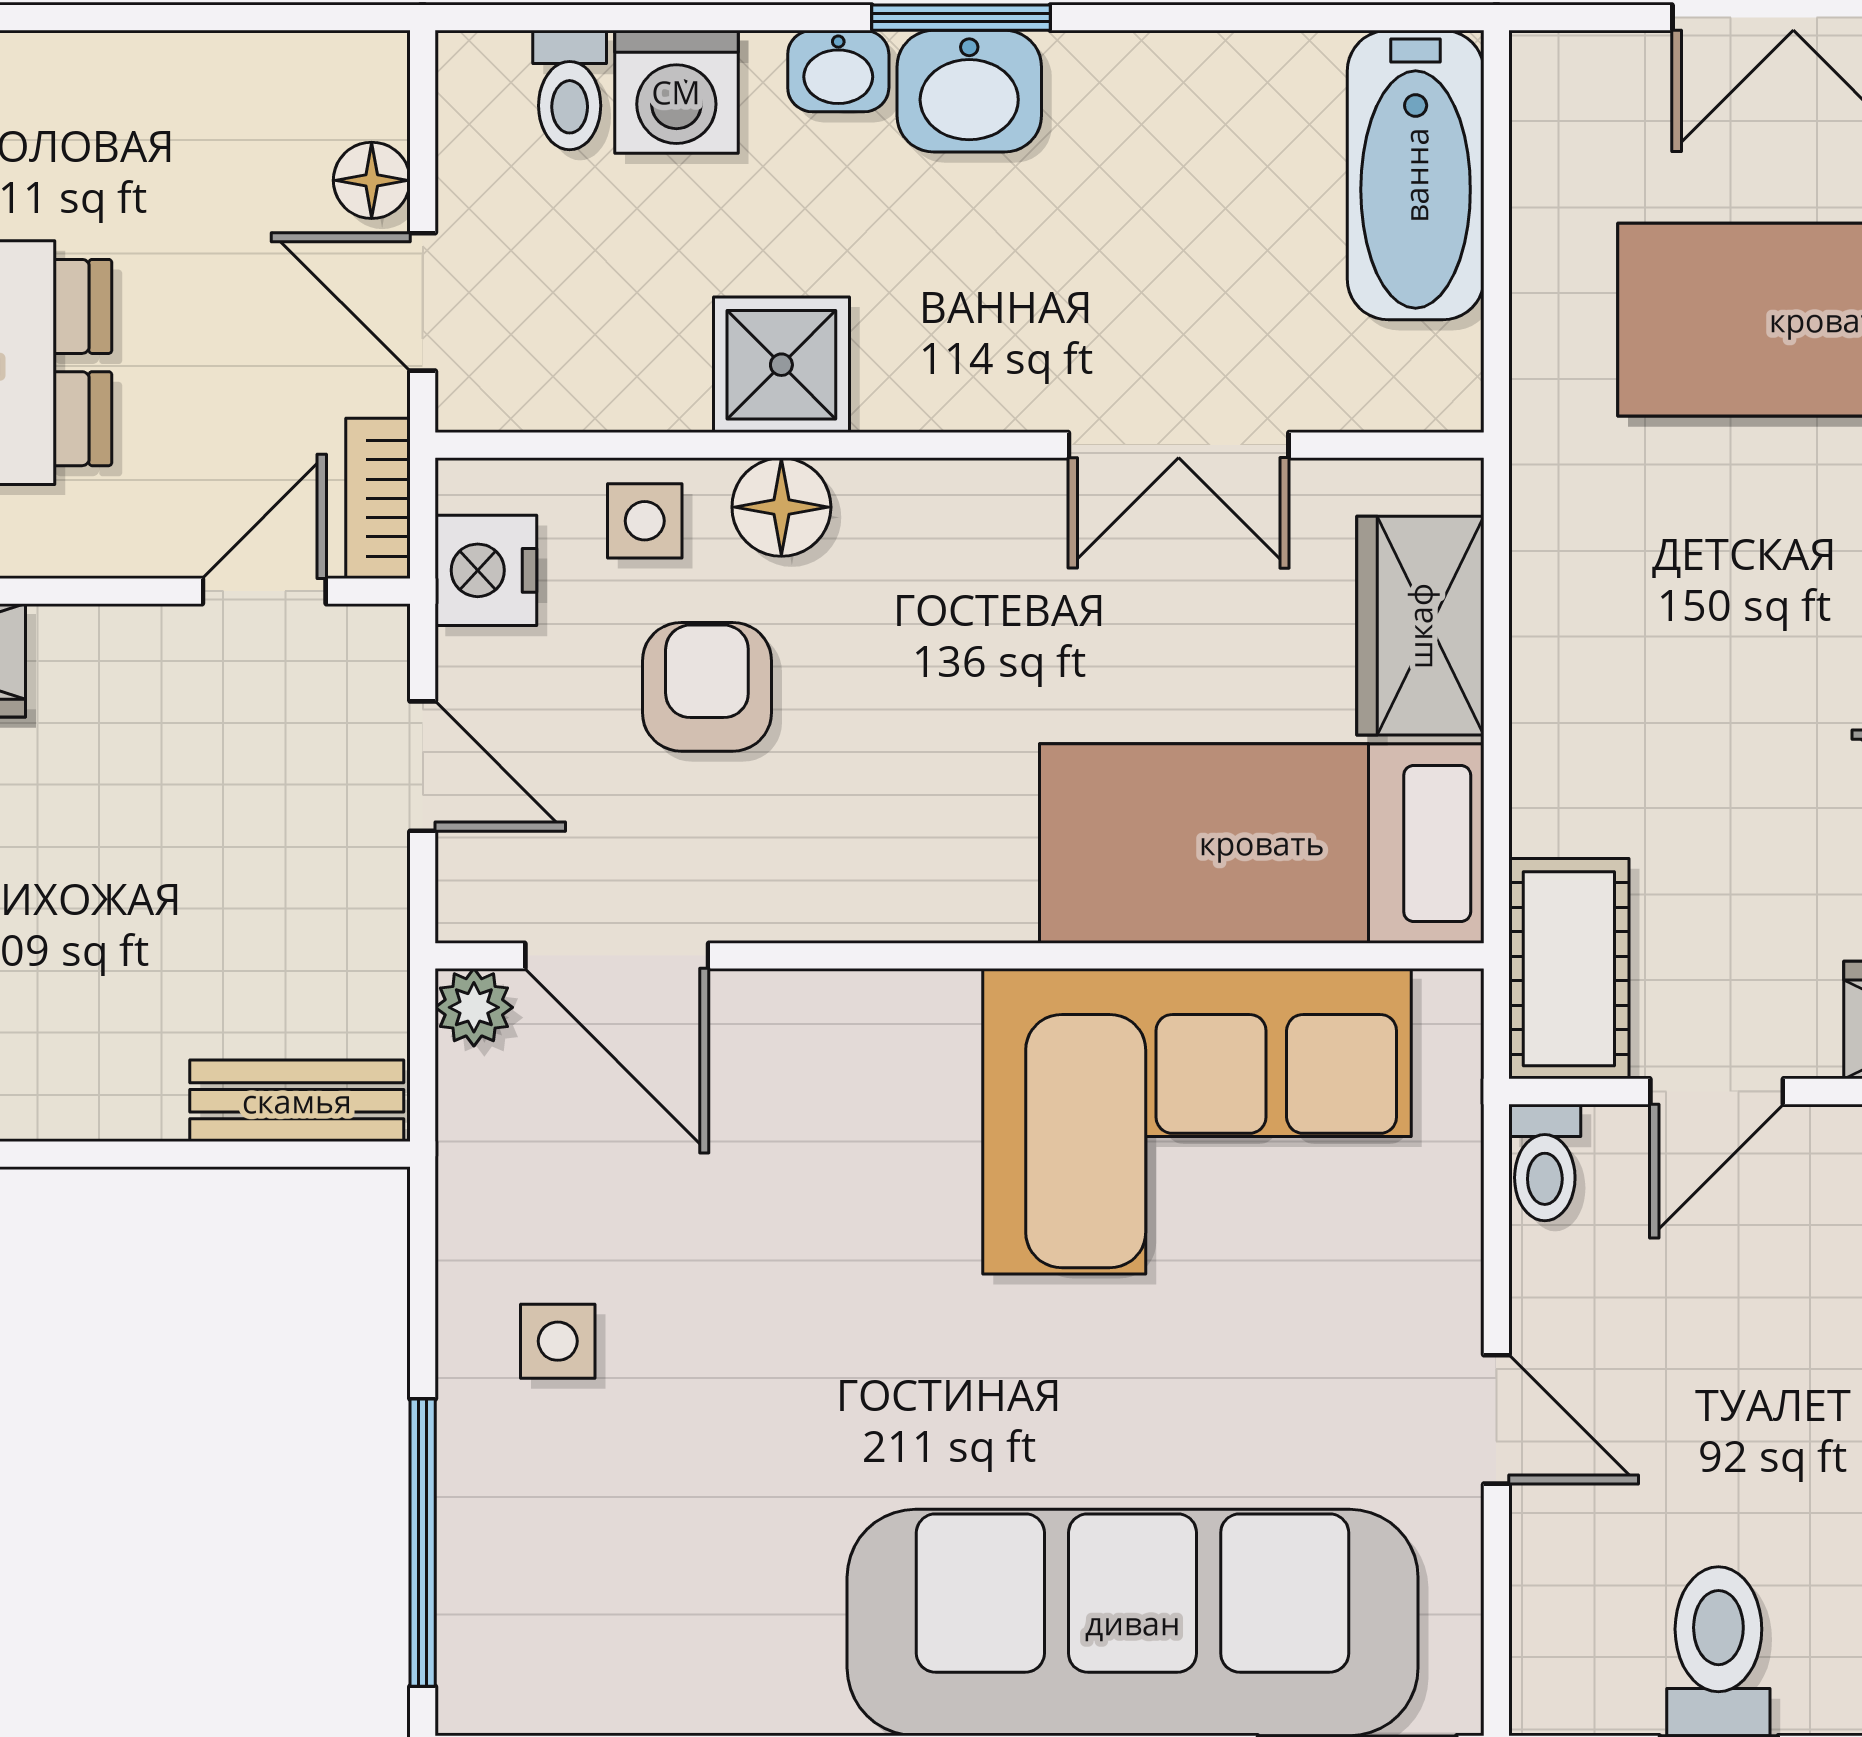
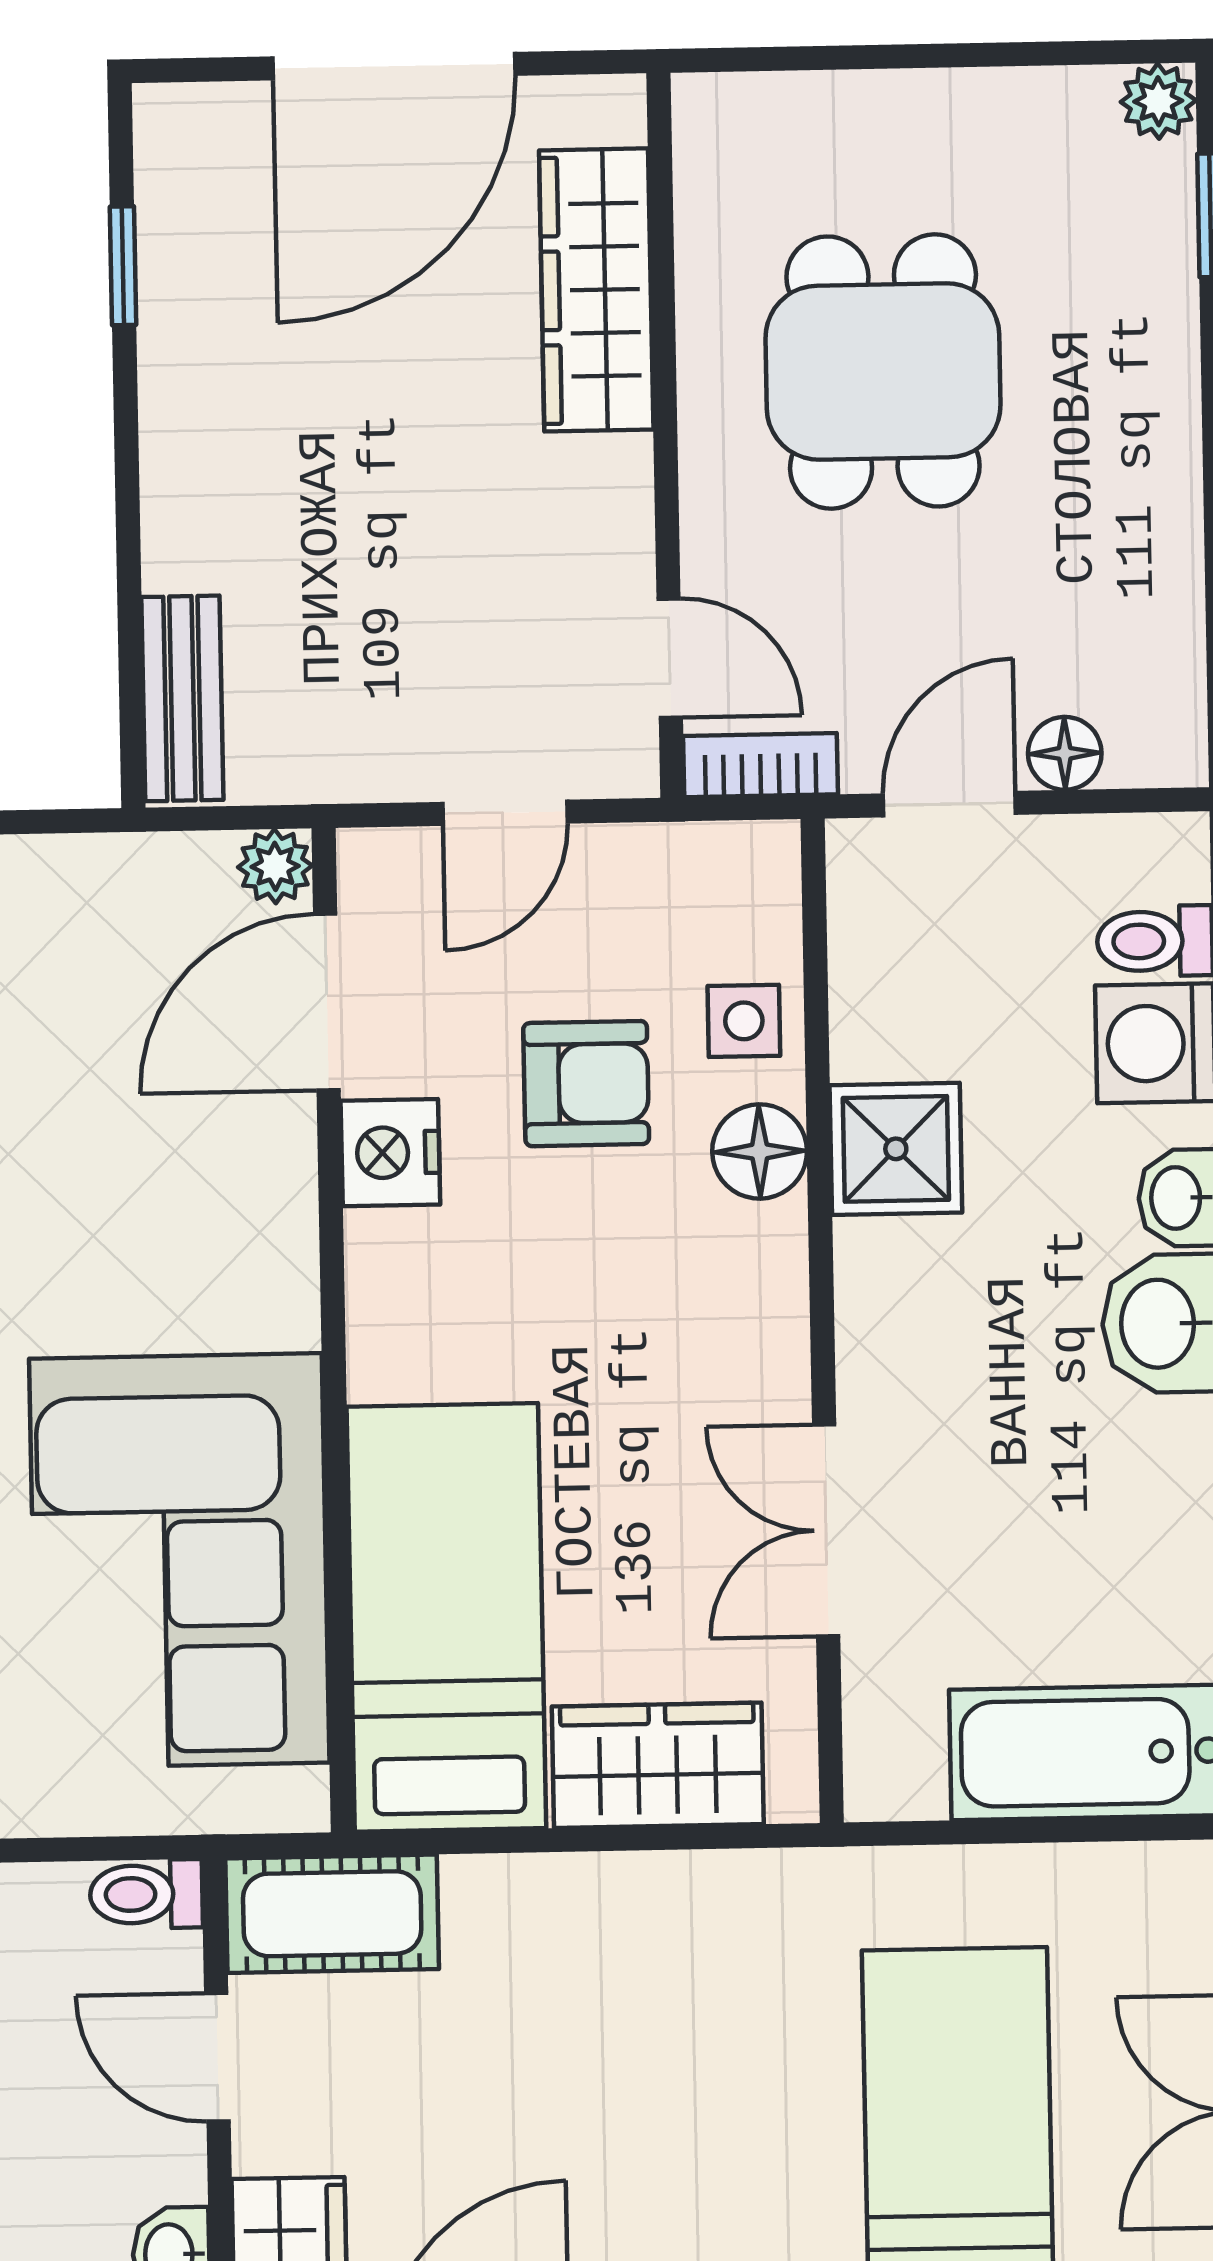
nightstand: (486, 570) -> (390, 1153), moved, turned -90

